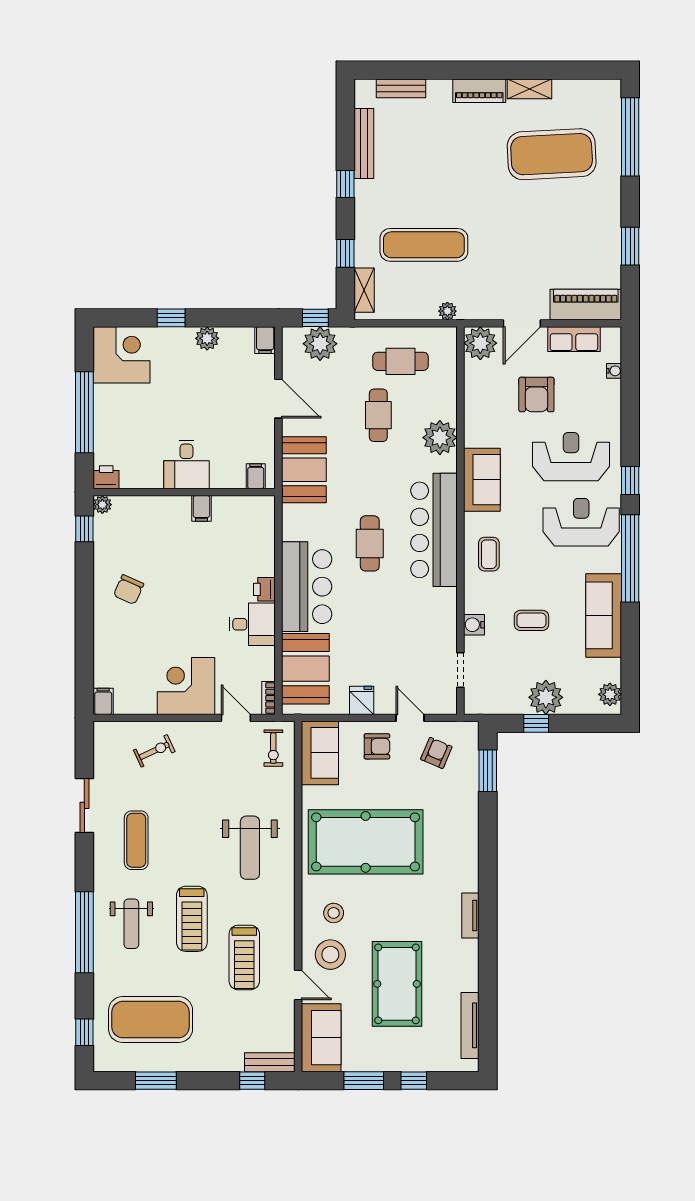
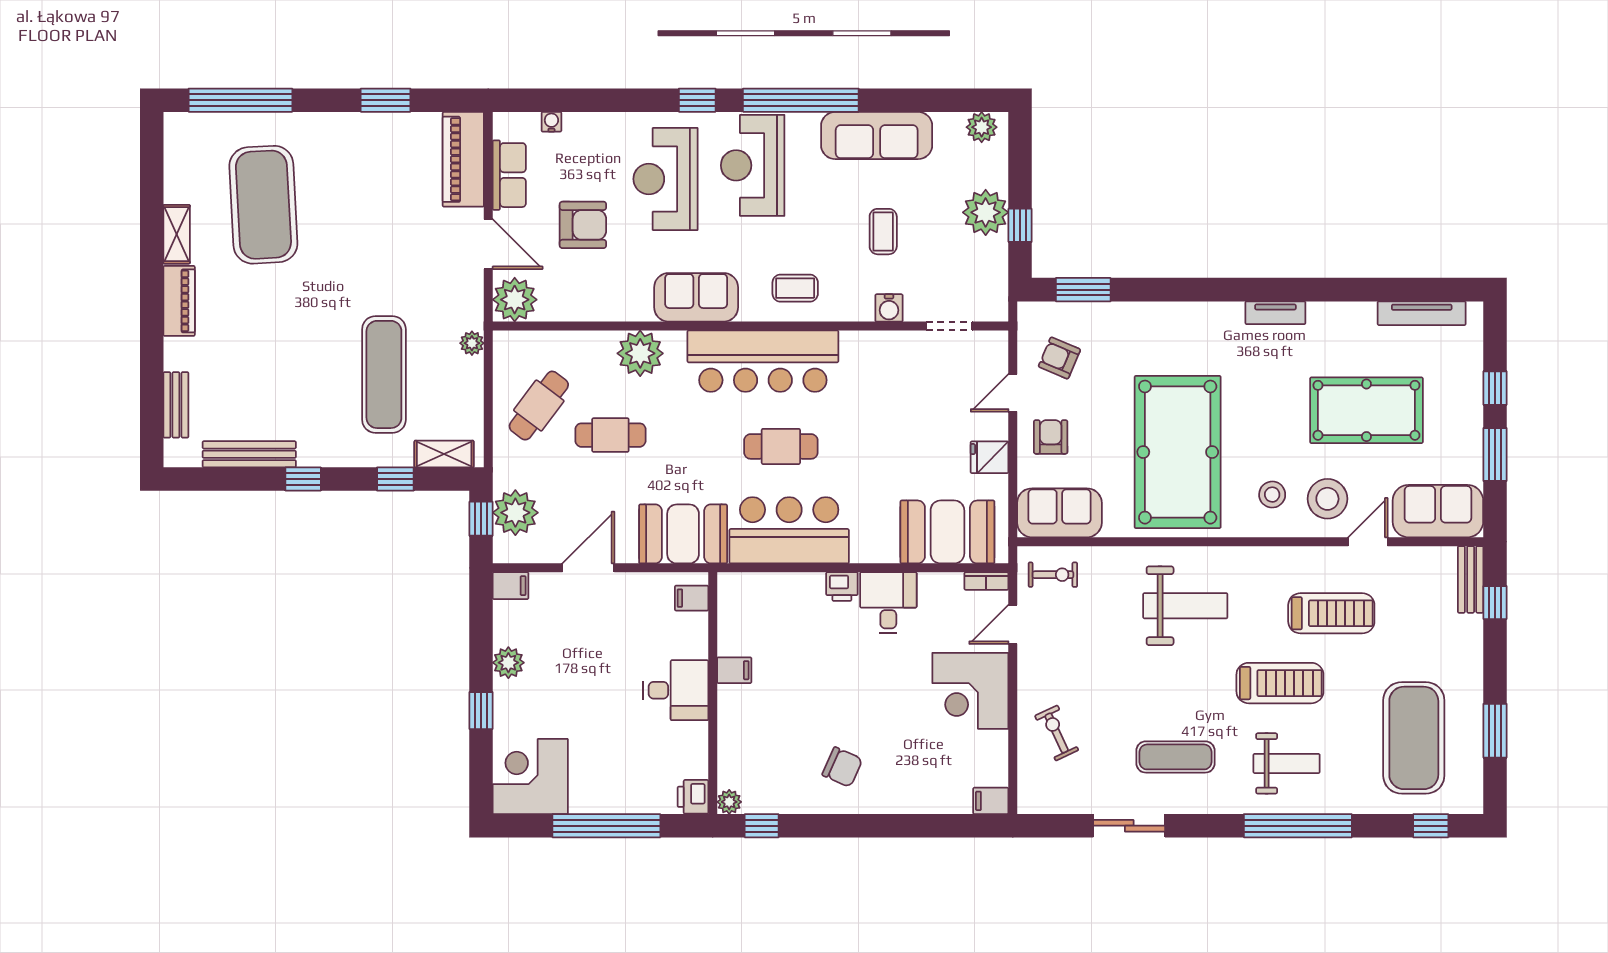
cafe table: (401, 361) -> (539, 406), turned 37
bar counter: (307, 587) -> (789, 530), moved

